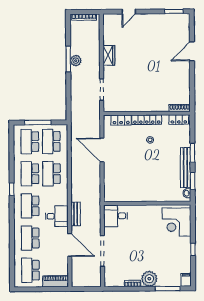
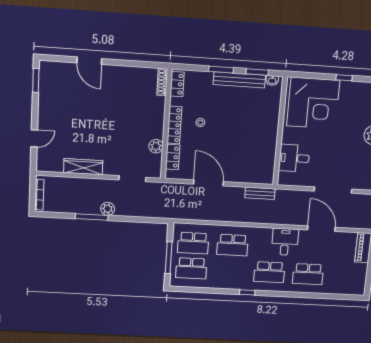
door: (129, 12) -> (34, 138), hinge flipped
wardrobe: (109, 55) -> (83, 167), width x1.50
plant: (76, 61) -> (108, 209), moved
plant: (129, 106) -> (156, 146), added
door: (102, 150) -> (208, 183), swing flipped
school desk: (30, 174) -> (230, 270), removed
bench: (76, 214) -> (260, 193), moved
desk: (116, 216) -> (294, 158), moved, turned 90
corner desk: (177, 222) -> (313, 103), width x1.36, depth x1.36
door: (70, 245) -> (321, 229), hinge flipped
school desk: (30, 270) -> (346, 276), removed

